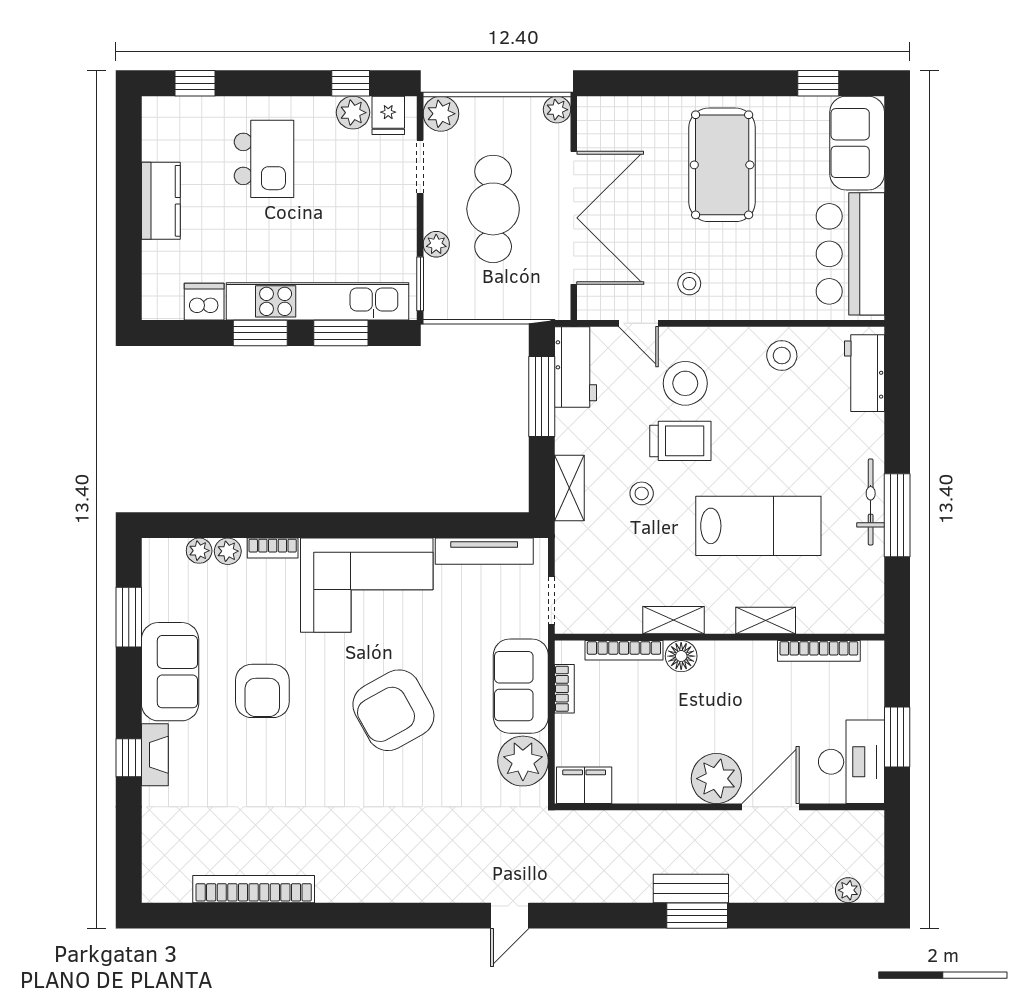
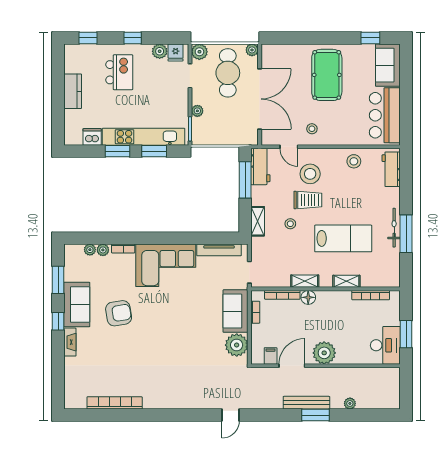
window: (351, 83) -> (133, 38), moved
cafe table: (493, 209) -> (228, 73), moved
armchair: (262, 691) -> (119, 313), turned -99
armchair: (393, 710) -> (178, 322), removed
window: (129, 758) -> (58, 321), moved
filing cabinet: (584, 785) -> (271, 356), width x0.50
door: (771, 807) -> (292, 366), moved
bench: (691, 889) -> (306, 403), width x1.36
plant: (848, 890) -> (350, 403), moved

